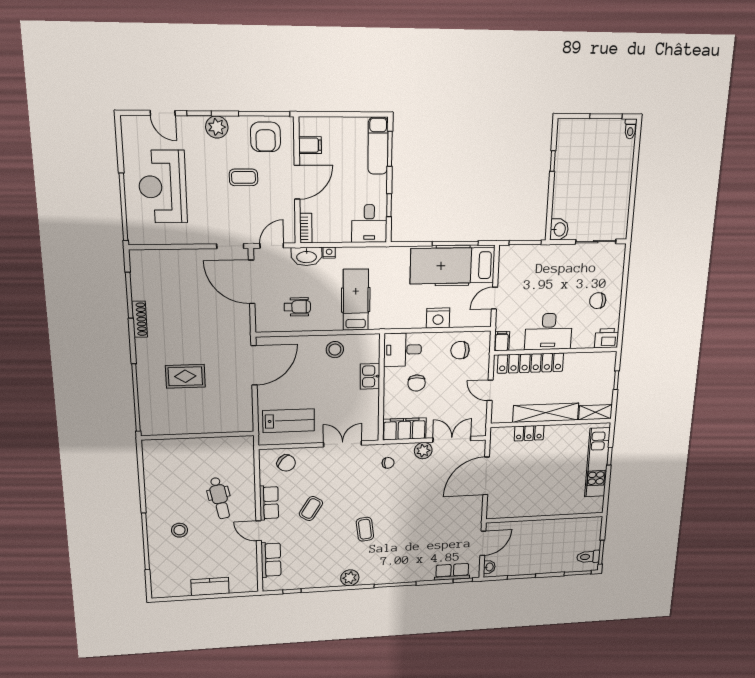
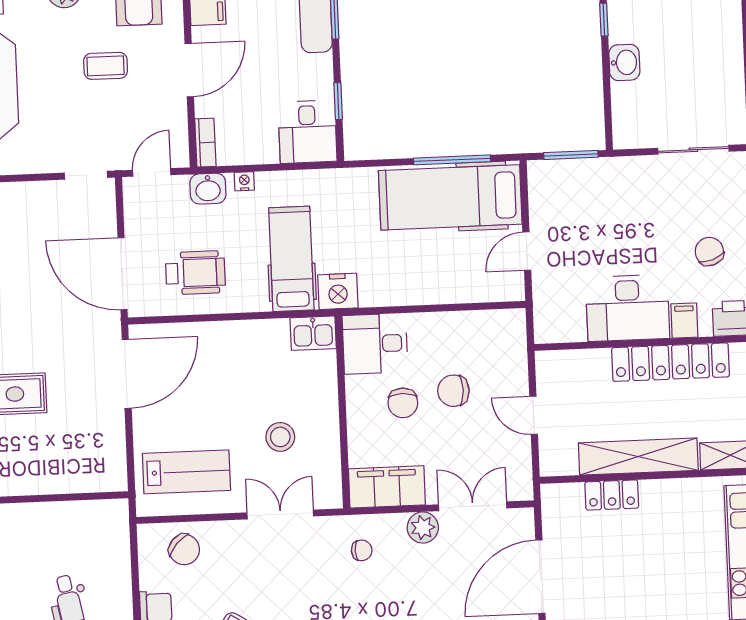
washbasin: (559, 229) -> (624, 62), moved
washbasin: (307, 257) -> (208, 189), width x0.72
door: (252, 282) -> (122, 274), moved
chair: (598, 301) -> (709, 251), turned 71
wheelchair: (297, 307) -> (195, 273), width x1.36, depth x1.37
nightstand: (438, 318) -> (338, 291), moved
filing cabinet: (502, 341) -> (684, 321), moved
stool: (335, 350) -> (280, 437), moved
chair: (460, 350) -> (453, 391), moved
locker: (530, 363) -> (671, 362), moved
kitchen sink: (370, 376) -> (313, 333), moved, turned -90

